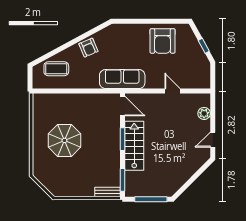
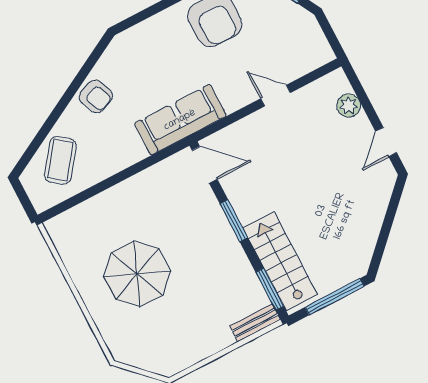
coffee table: (56, 69) -> (60, 160), turned -53
stairs: (134, 146) -> (280, 261), moved

